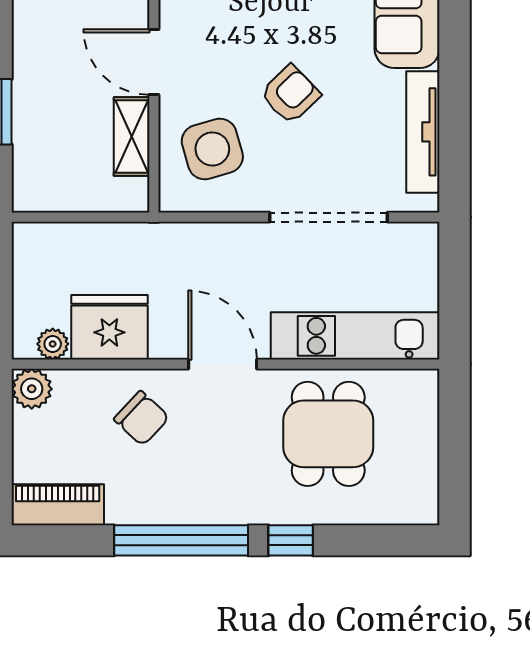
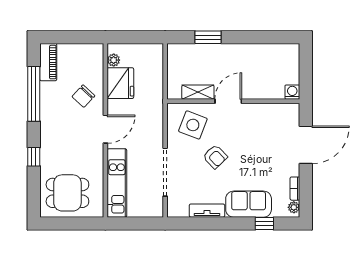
tv unit: (423, 132) -> (207, 211), width x0.71
side table: (212, 149) -> (193, 125), turned 37
plant: (32, 389) -> (95, 51), removed
dining table: (328, 434) -> (67, 193), moved
window: (181, 540) -> (34, 94), moved

